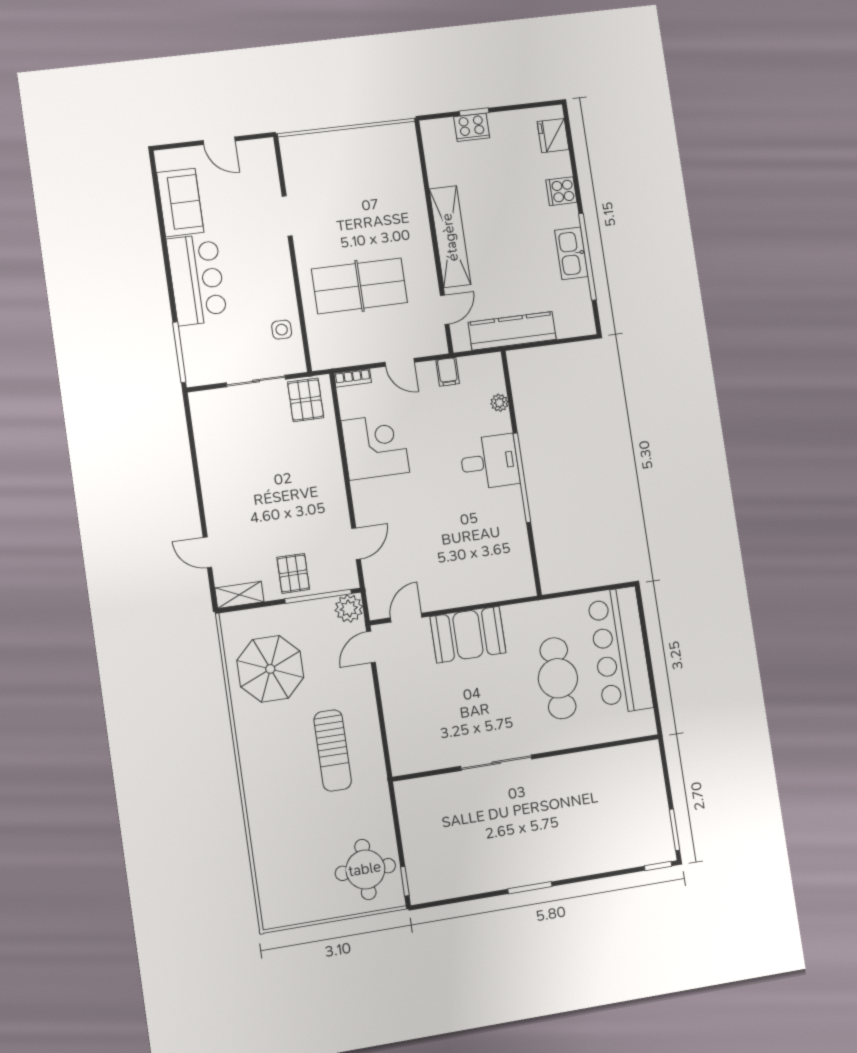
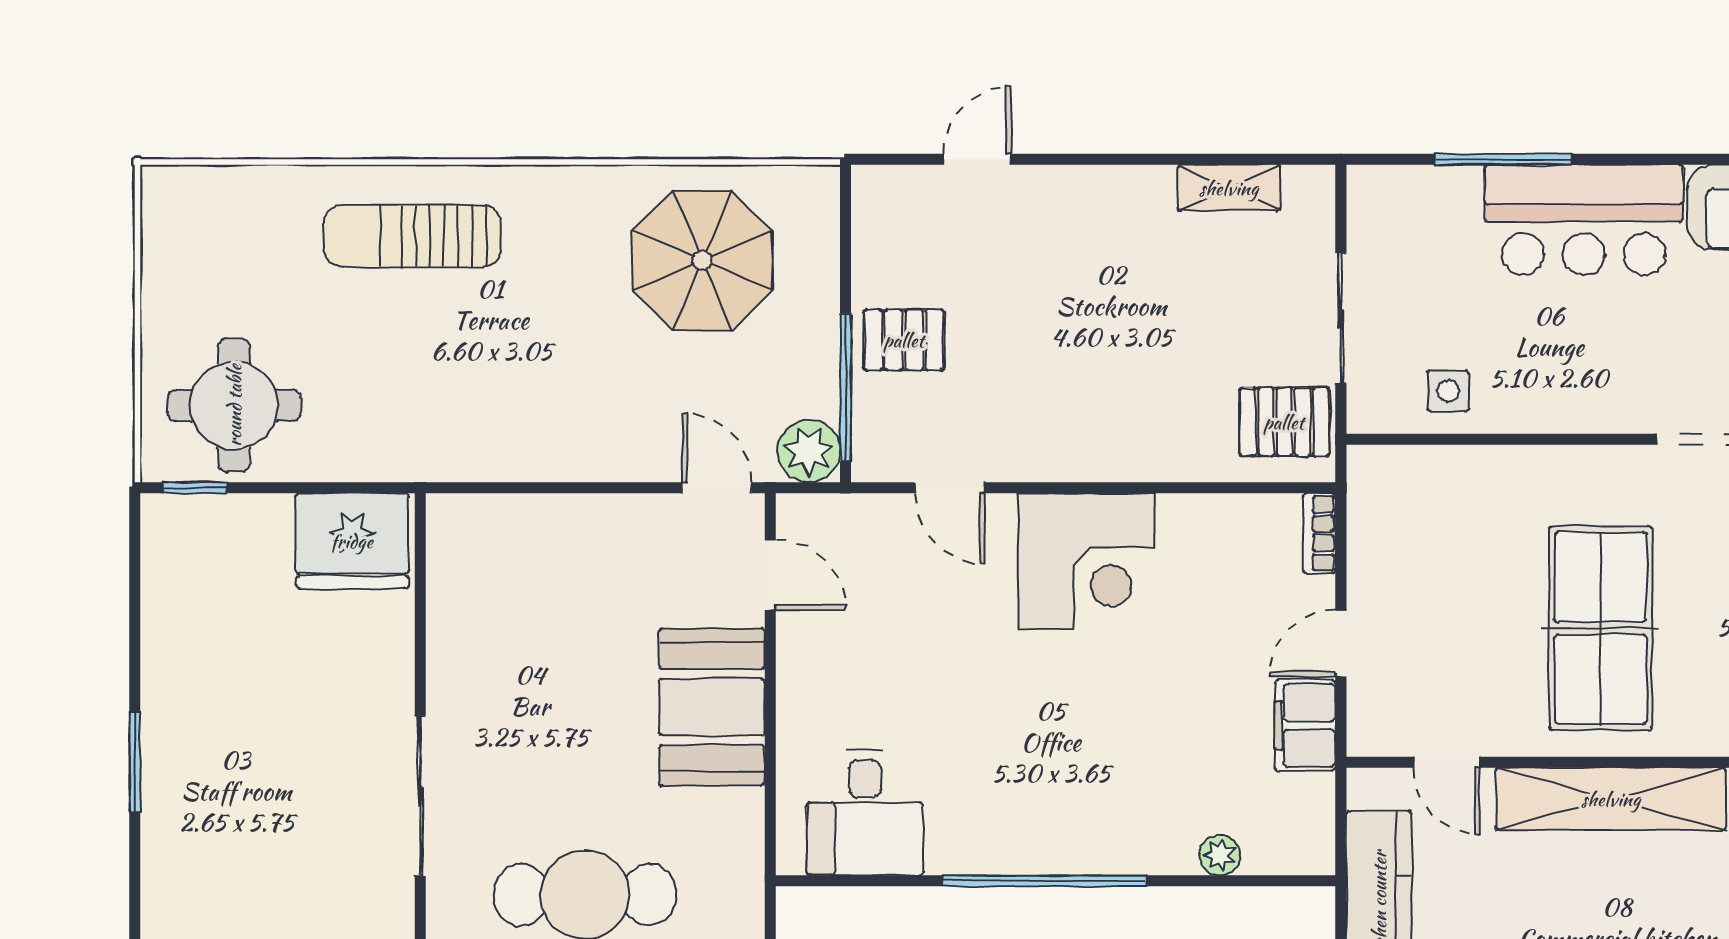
table tennis table: (359, 286) -> (1601, 628), moved
window: (179, 352) -> (1503, 159), moved
filing cabinet: (448, 372) -> (1305, 725), width x2.00
corner desk: (375, 447) -> (1087, 561), moved
desk: (489, 462) -> (865, 813), moved
shelving: (239, 595) -> (1229, 188), moved, turned 90
sun lounger: (333, 751) -> (412, 236), moved
sliding door: (496, 763) -> (420, 796), moved
fridge: (418, 806) -> (352, 541), added

